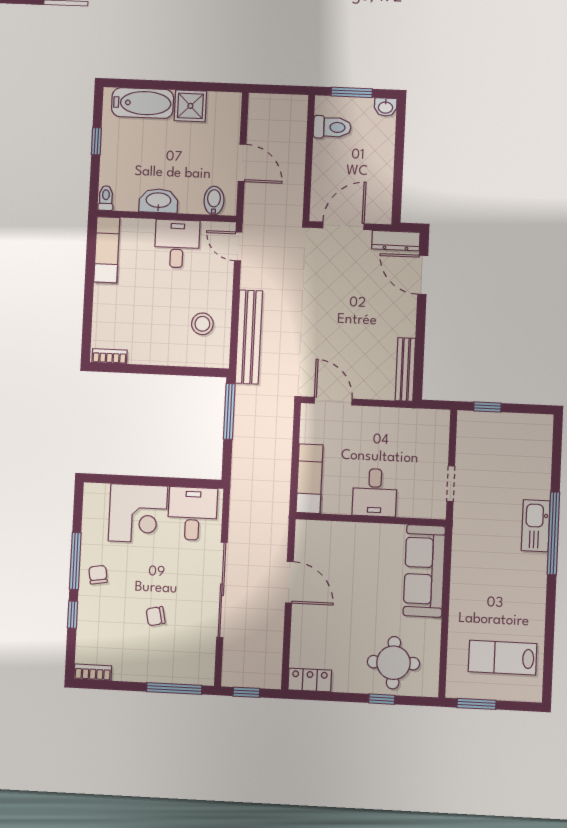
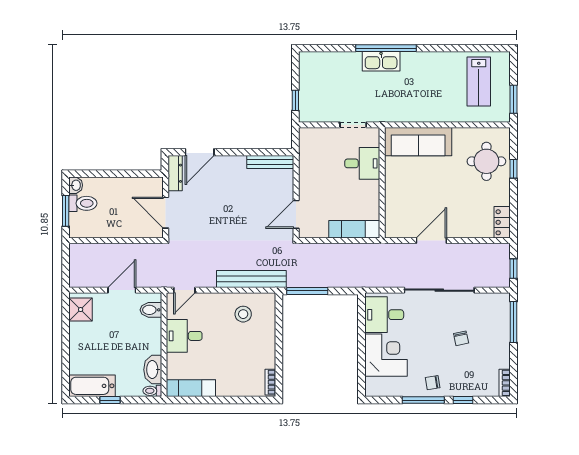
bathtub: (143, 103) -> (92, 386), moved, turned -90
shower: (190, 106) -> (81, 310), moved
toilet: (332, 127) -> (83, 203), moved, turned 90
washbasin: (158, 201) -> (153, 370), moved
desk: (375, 493) -> (362, 163), moved

